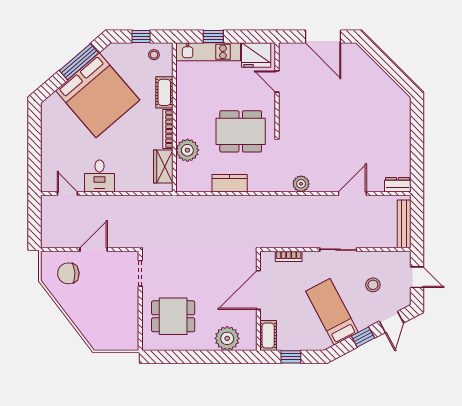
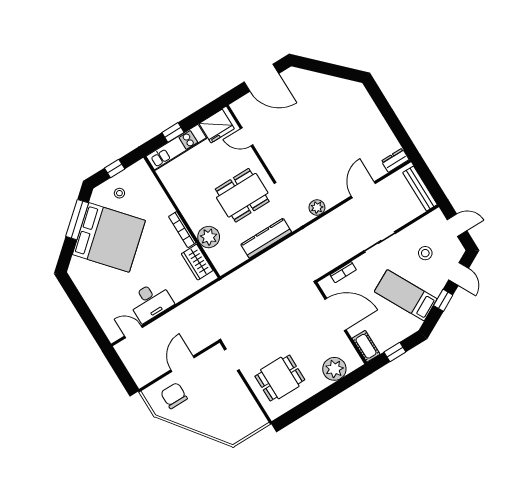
stool: (154, 55) -> (119, 193), moved
cot: (164, 92) -> (161, 202), removed
desk: (100, 176) -> (151, 302), width x1.37
kitchen counter: (230, 183) -> (266, 238), width x1.50
chair: (68, 273) -> (174, 396), turned 93
door: (258, 290) -> (335, 314), swing flipped

